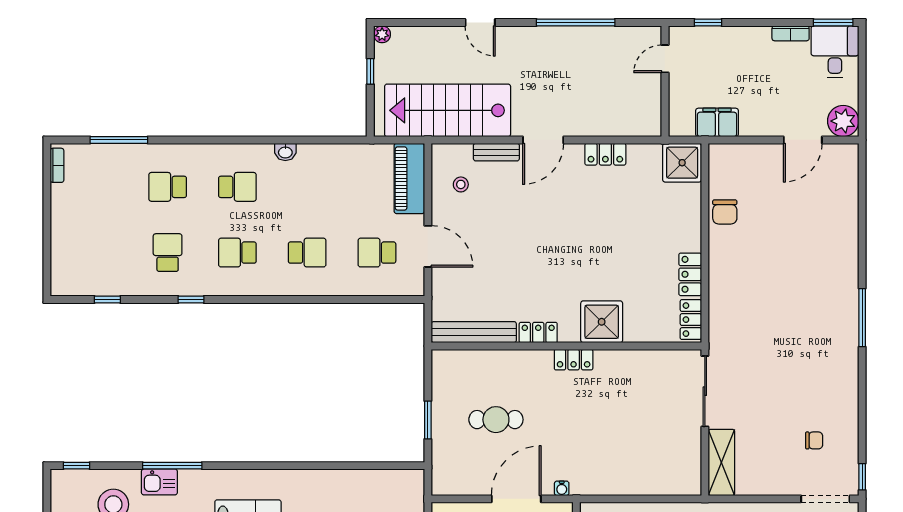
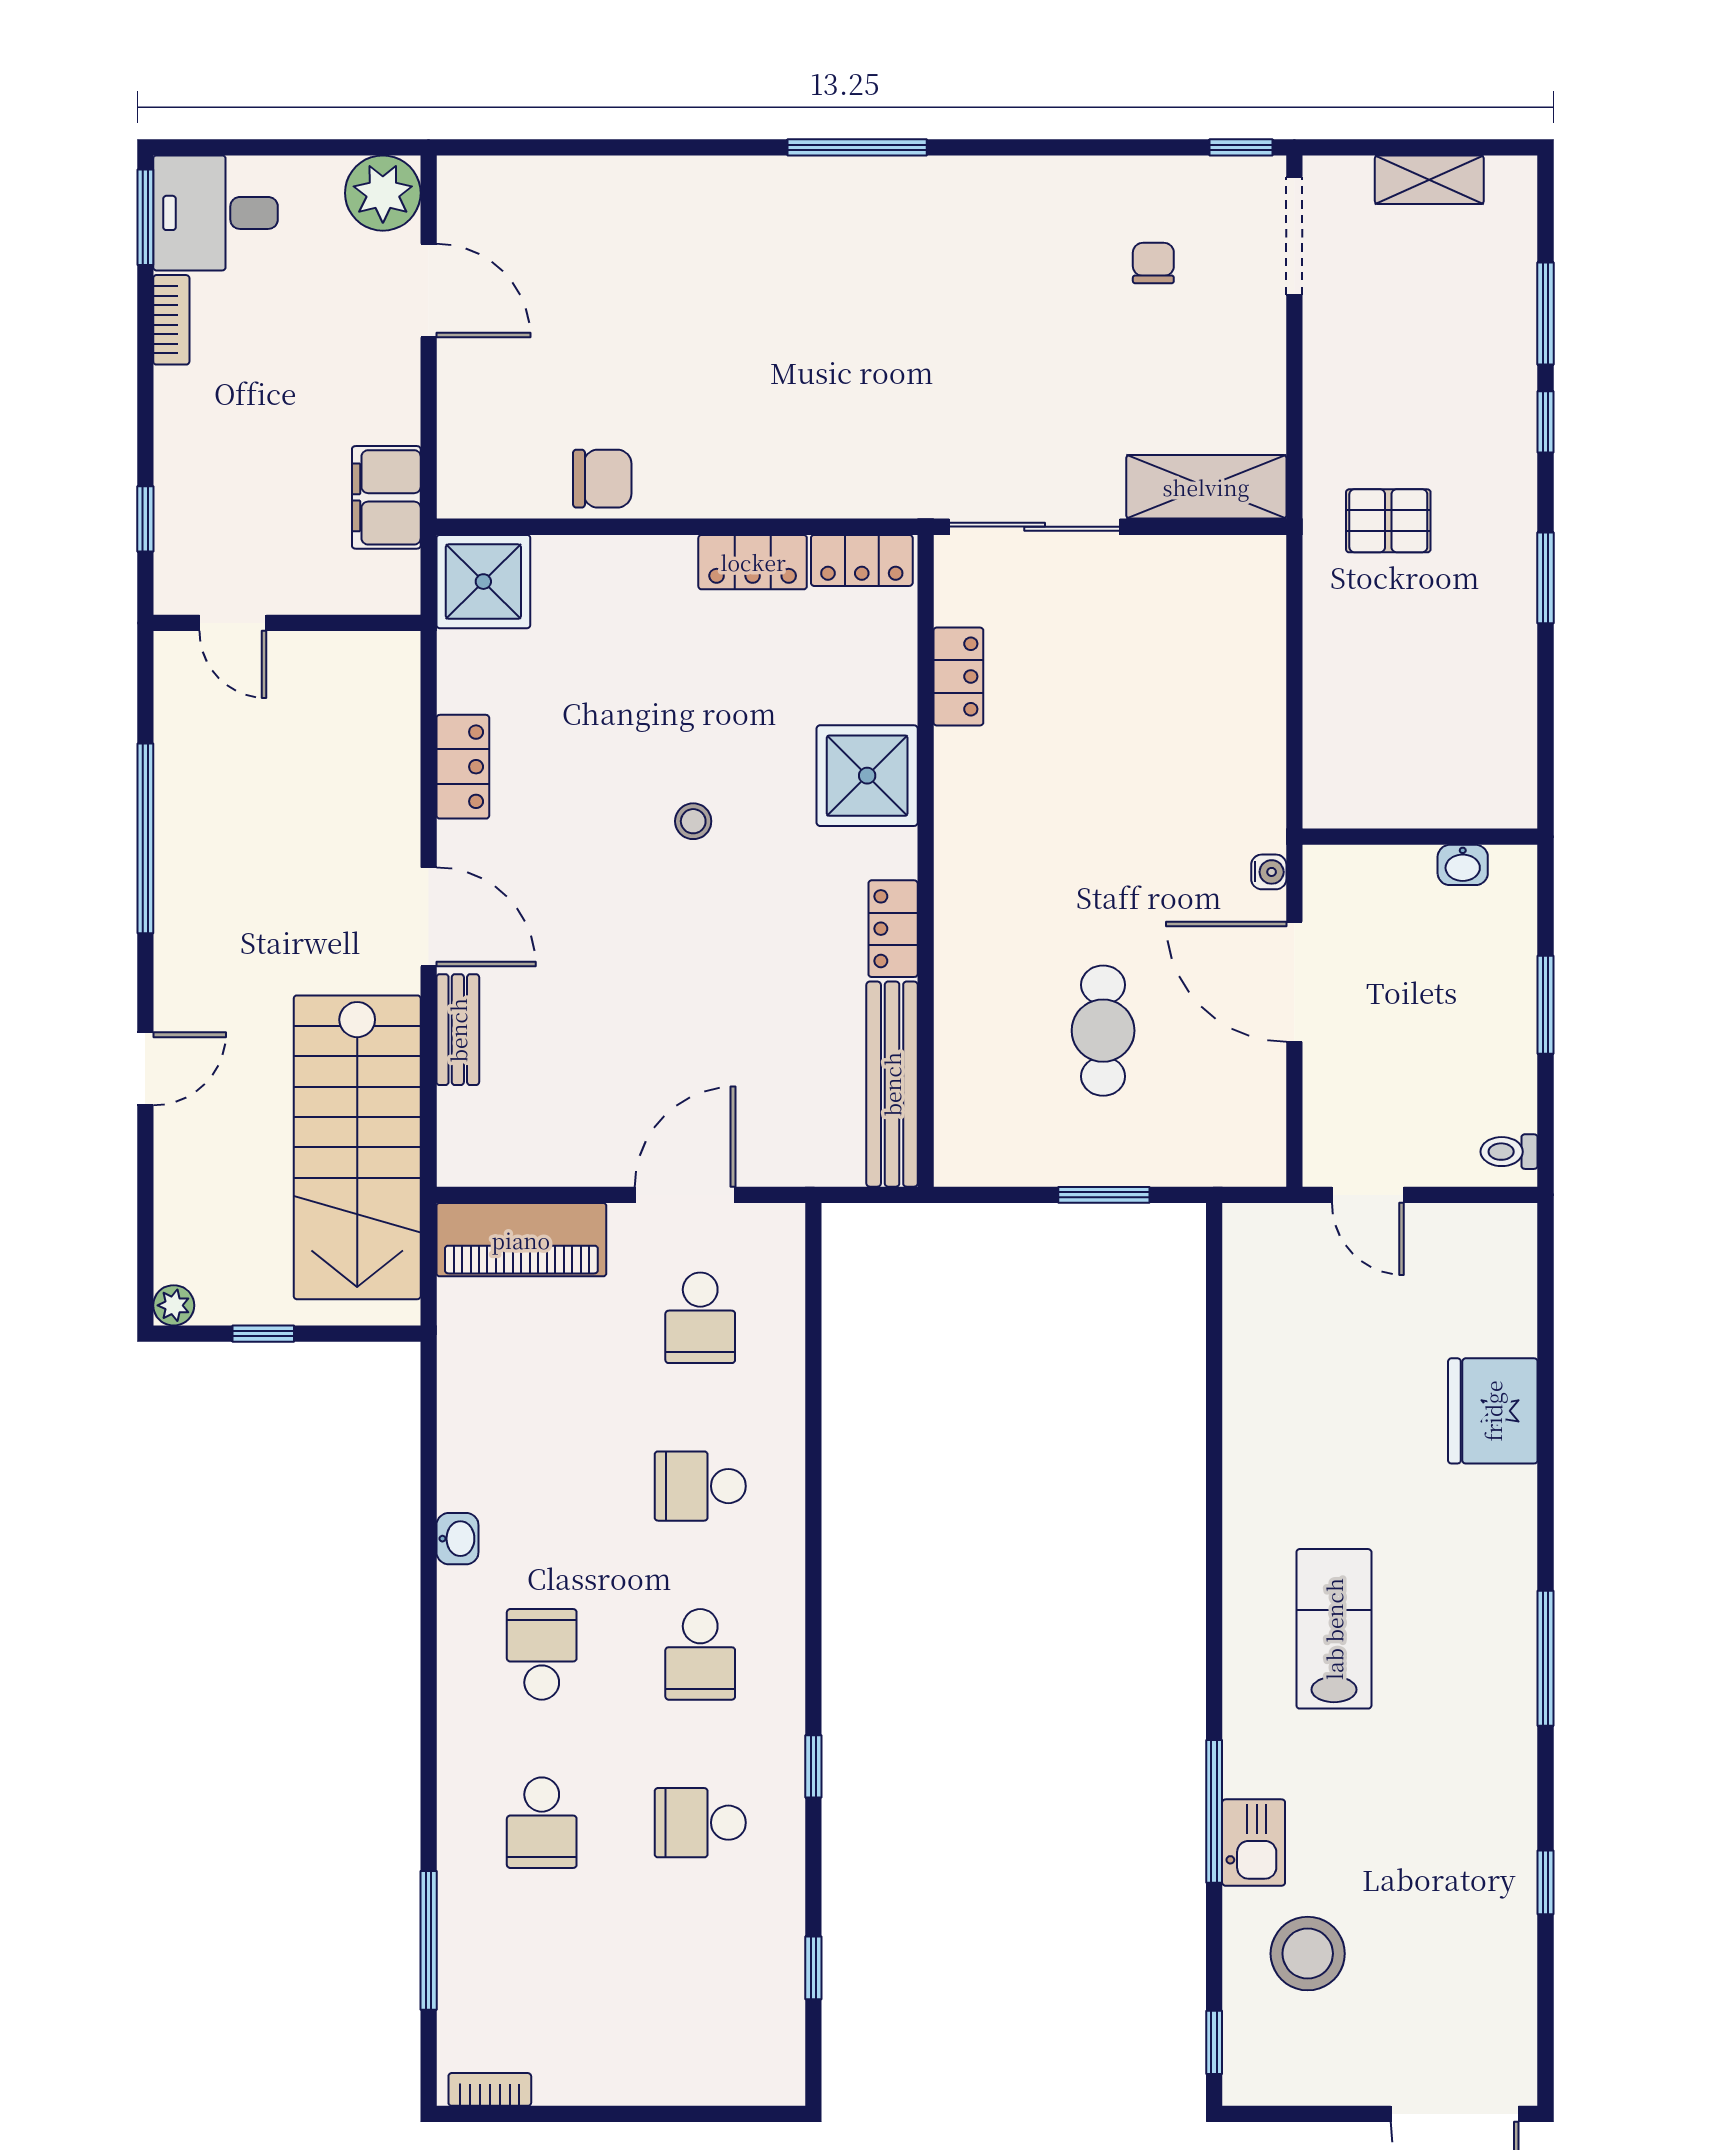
stool: (461, 184) -> (693, 821), moved
school desk: (307, 253) -> (700, 1486), turned -90
locker: (574, 360) -> (958, 676), moved

